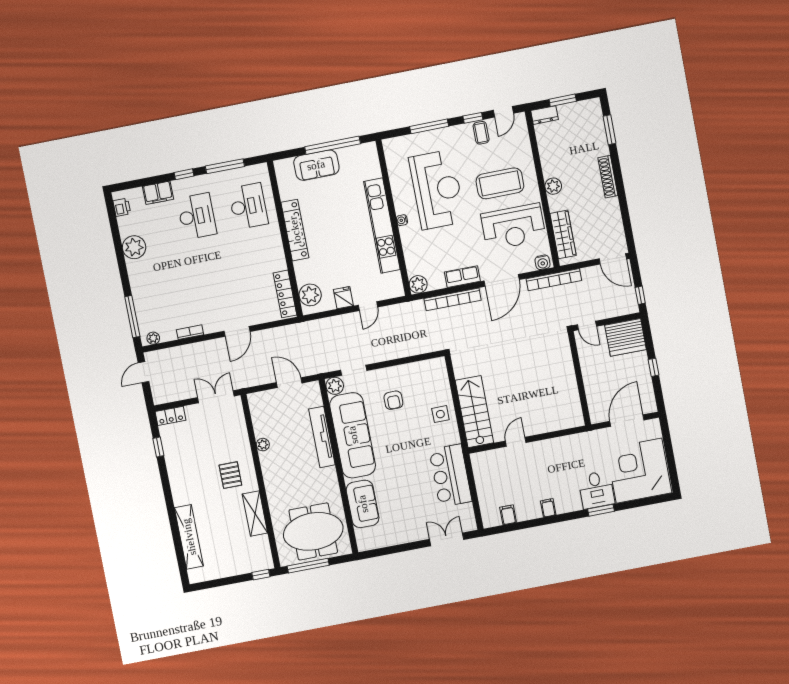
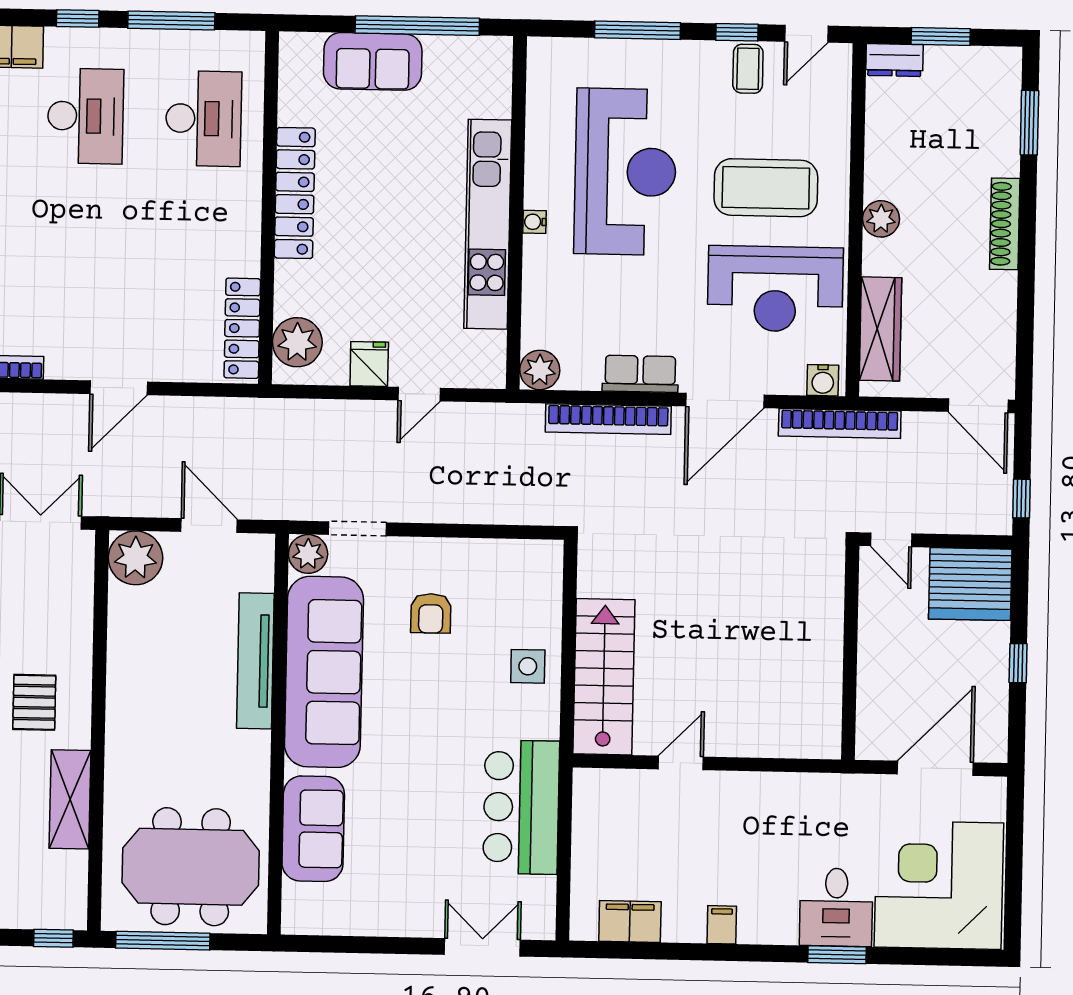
plant: (263, 445) -> (135, 558), moved, width x1.88, depth x1.88
filing cabinet: (508, 515) -> (630, 921), width x2.00

